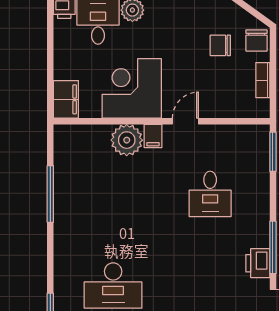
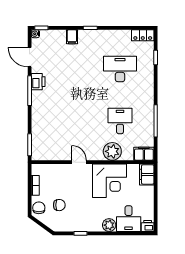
door: (185, 121) -> (79, 162), swing flipped
filing cabinet: (153, 136) -> (144, 154), moved, width x2.00
desk: (210, 194) -> (120, 121), moved

